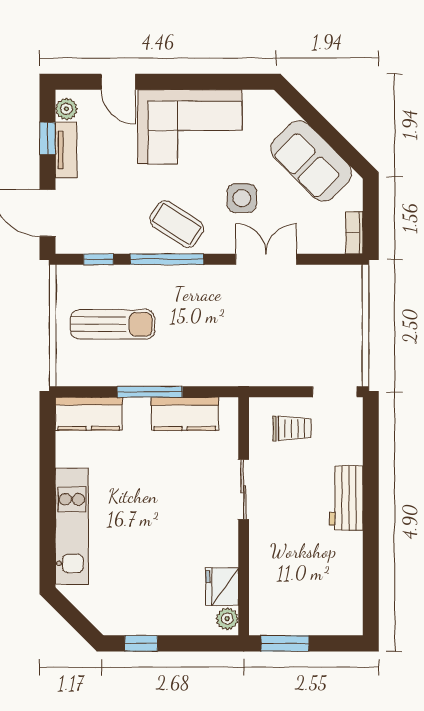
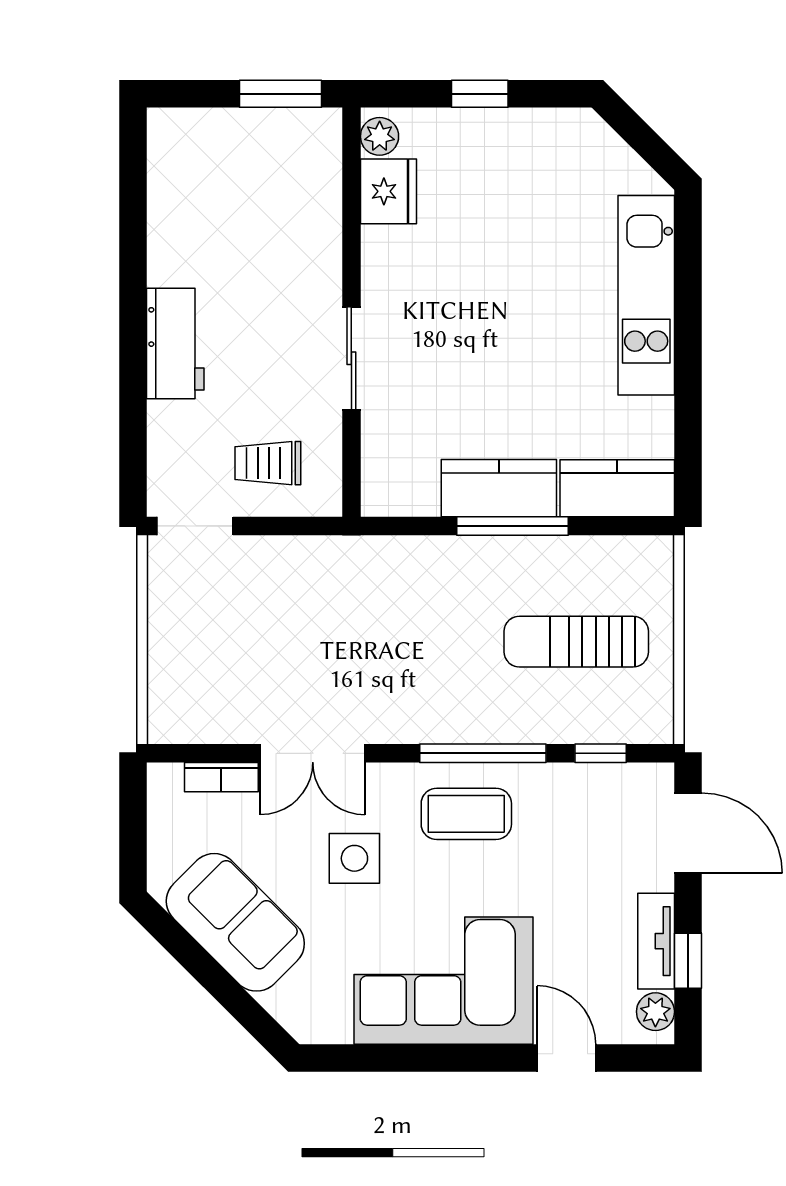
coffee table: (177, 224) -> (466, 814), turned -33
bookcase: (354, 233) -> (221, 777), moved, turned 90
kitchen counter: (185, 414) -> (499, 488), moved
window: (141, 643) -> (480, 94), moved

